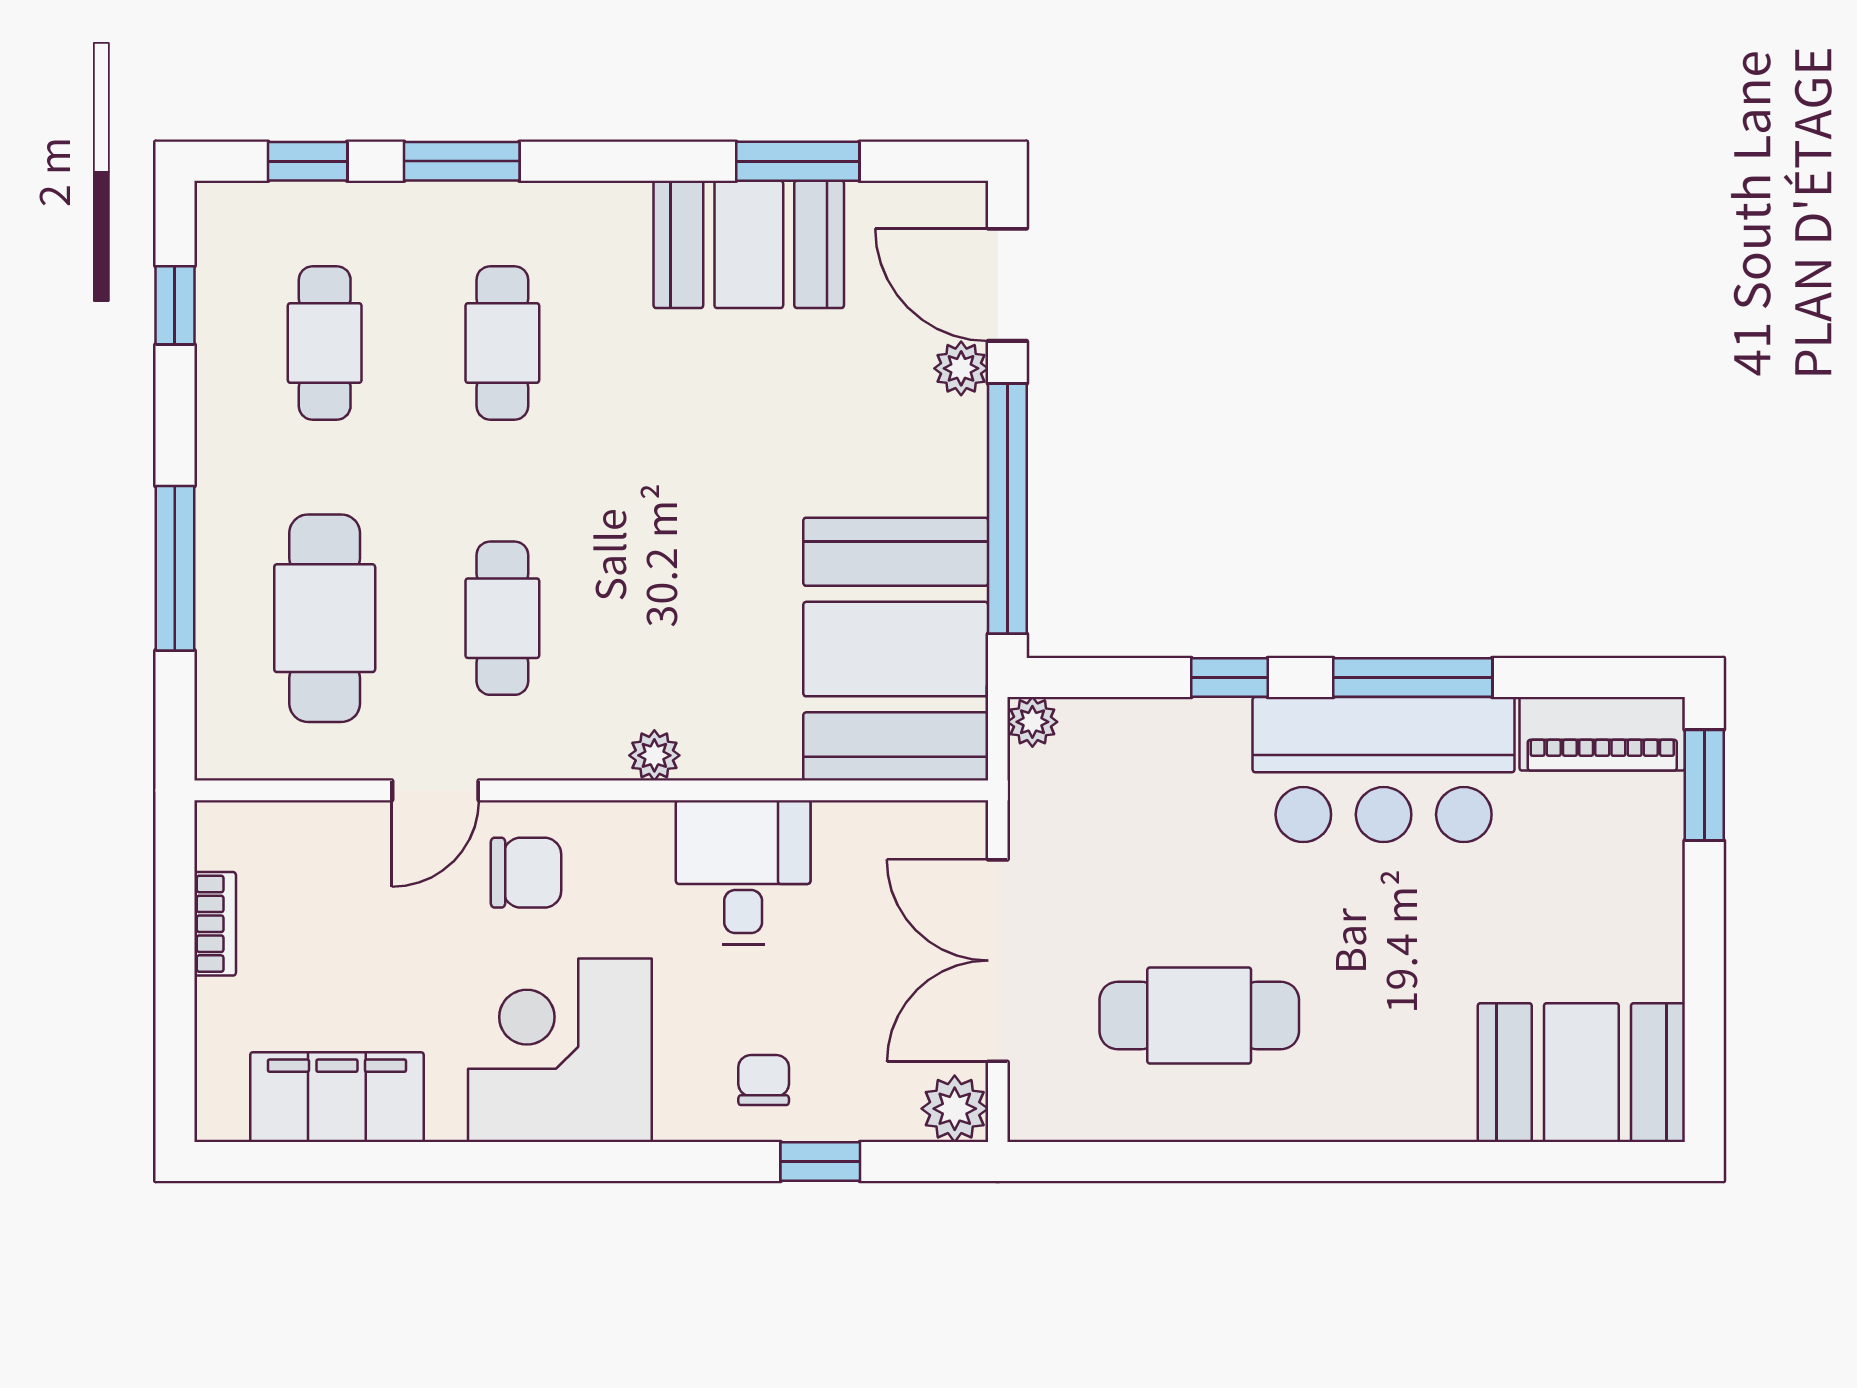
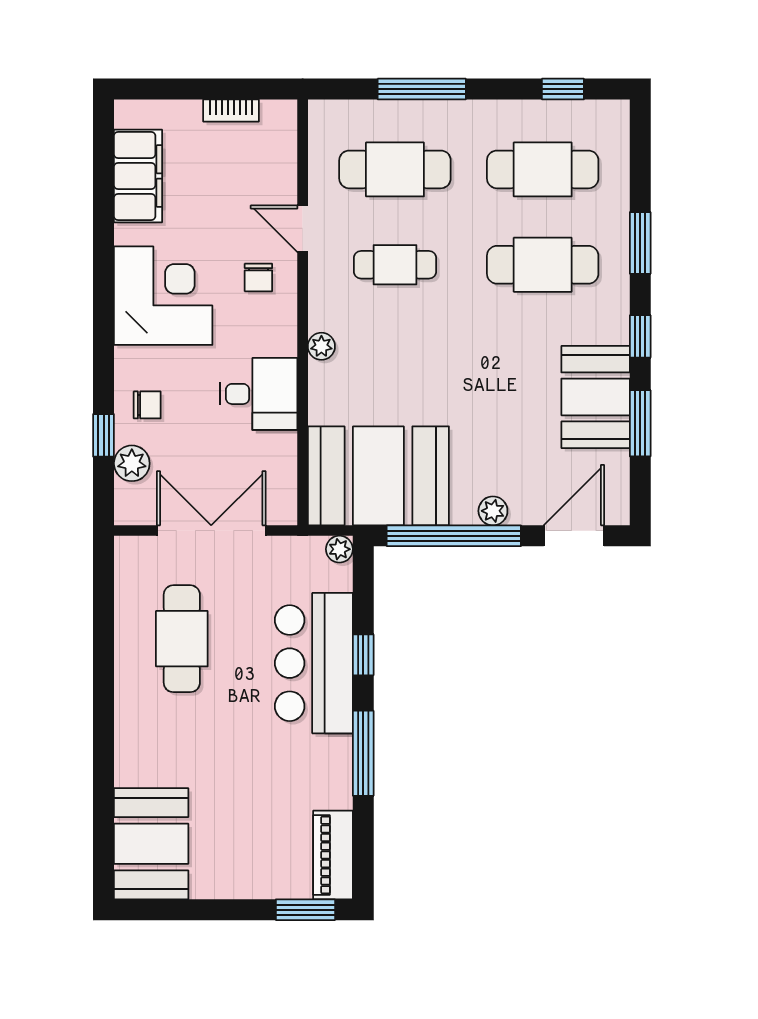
window: (308, 161) -> (640, 336), moved
cafe table: (325, 343) -> (543, 169), width x1.37, depth x1.35
cafe table: (502, 343) -> (543, 265), width x1.37, depth x1.35
plant: (961, 368) -> (493, 511), moved
bar counter: (1384, 769) -> (314, 663), moved
chair: (526, 873) -> (258, 277), width x0.73, depth x0.73
plant: (955, 1109) -> (132, 463), moved

